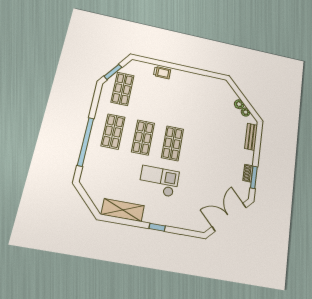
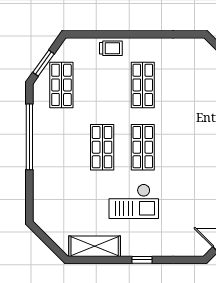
shop shelf: (113, 131) -> (143, 85), moved
window: (86, 142) -> (29, 137), moved
checkout: (159, 181) -> (134, 201), turned 180

